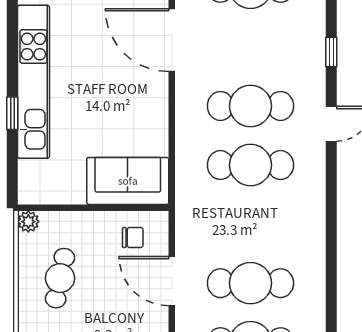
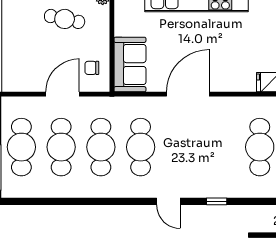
door: (172, 40) -> (188, 94), moved
cafe table: (250, 106) -> (101, 147), moved
chair: (133, 237) -> (92, 68), turned 90

